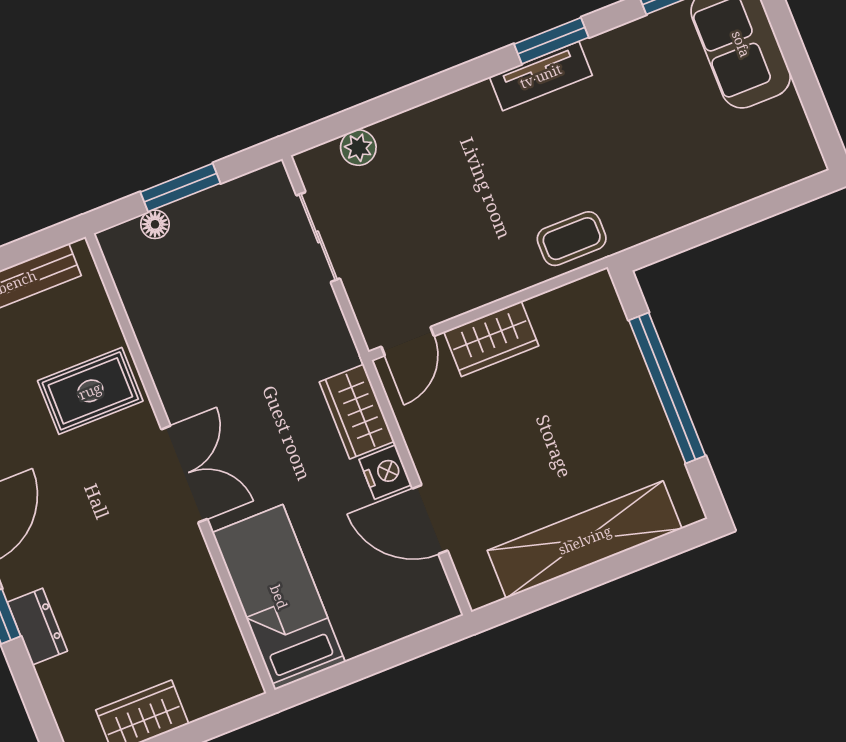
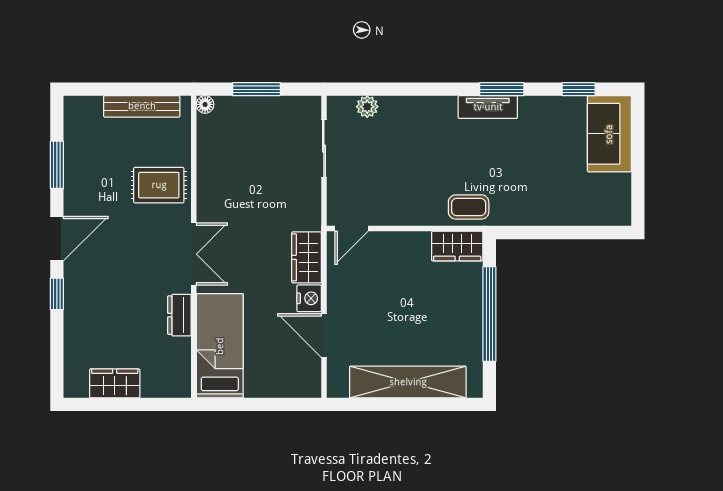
floor lamp: (155, 224) -> (205, 104), moved
wardrobe: (491, 339) -> (457, 246), moved
dresser: (37, 627) -> (179, 315), moved, turned 180

